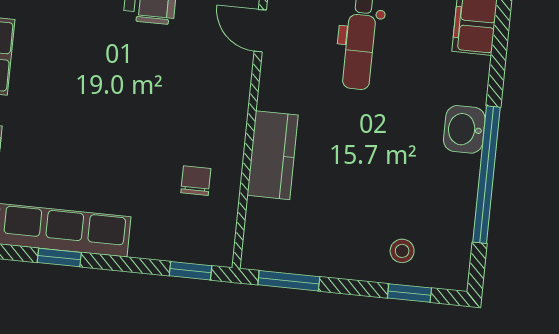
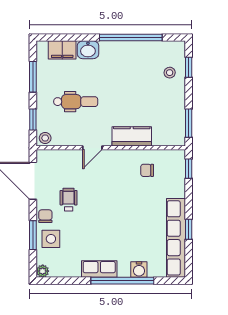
door: (260, 31) -> (92, 148), moved
washbasin: (464, 129) -> (88, 50), moved

